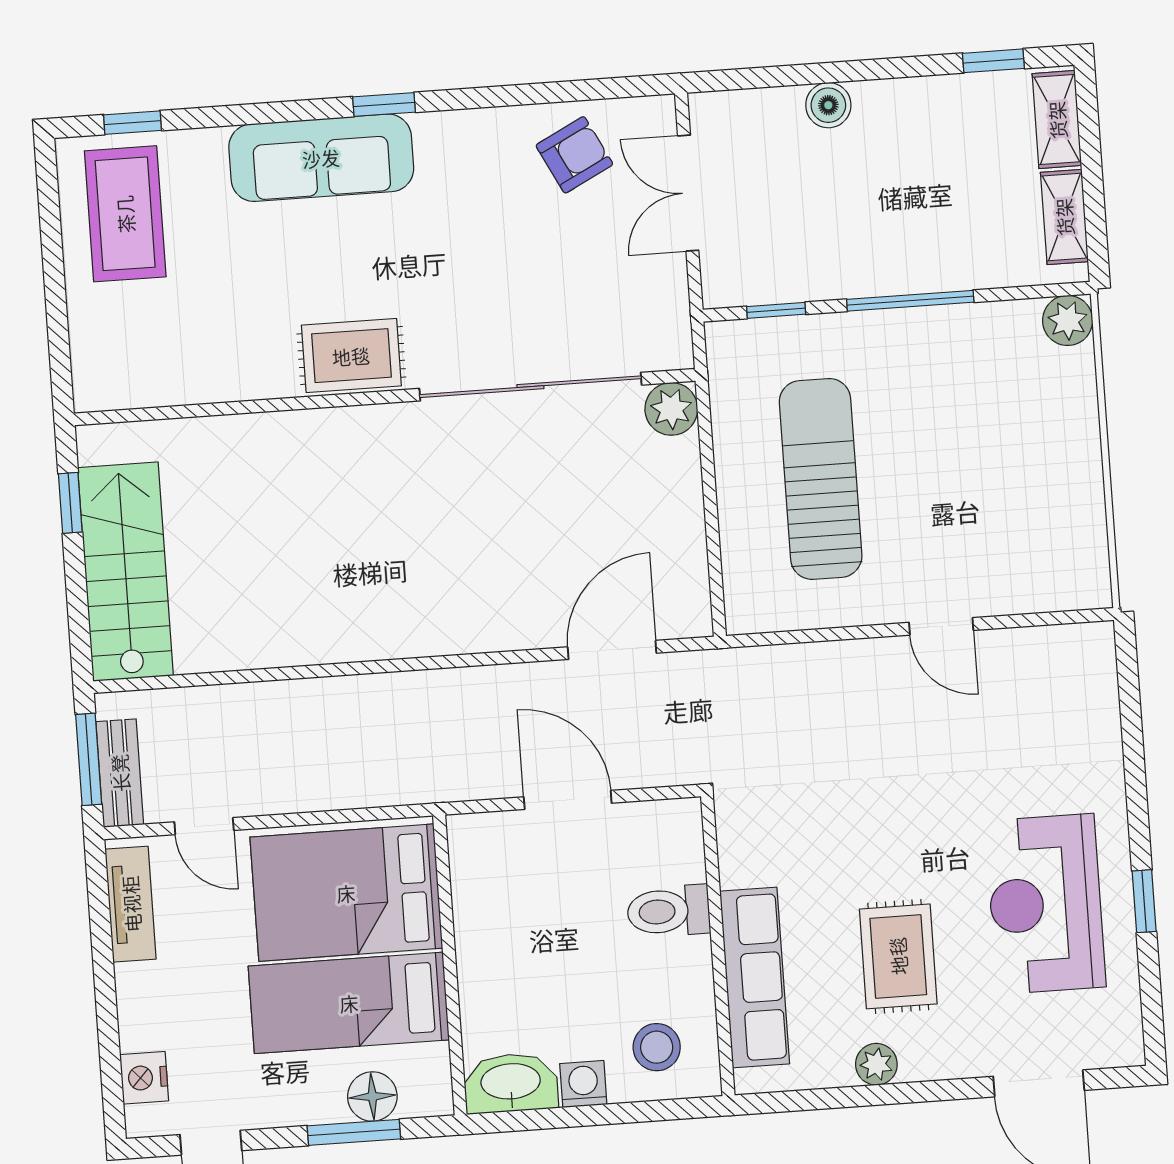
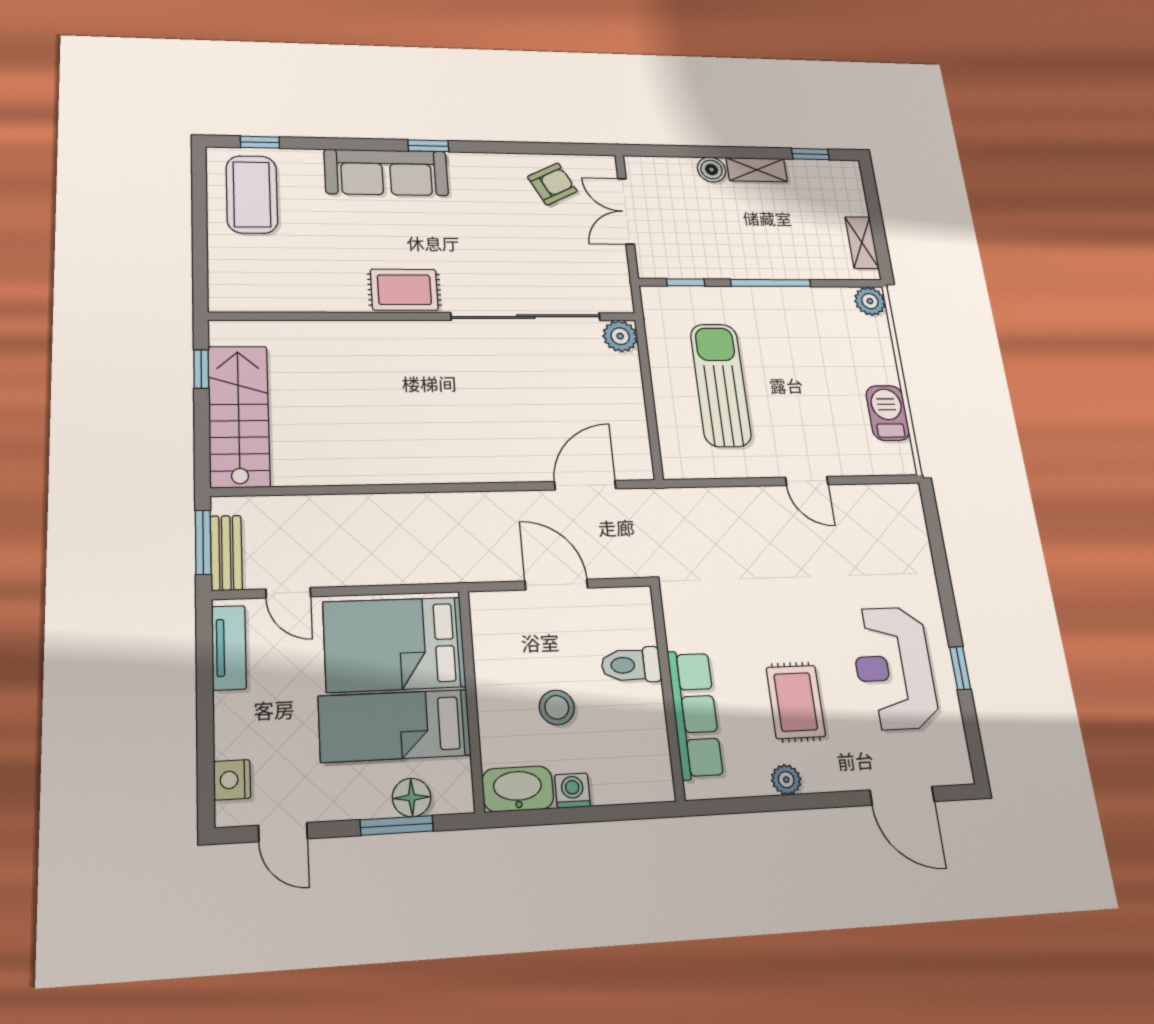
shelving: (1057, 120) -> (757, 170), moved, turned 90
barbecue: (1077, 509) -> (888, 413), added
stool: (657, 1047) -> (557, 707), moved

